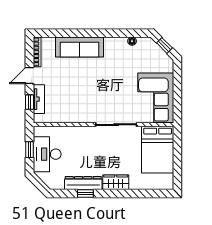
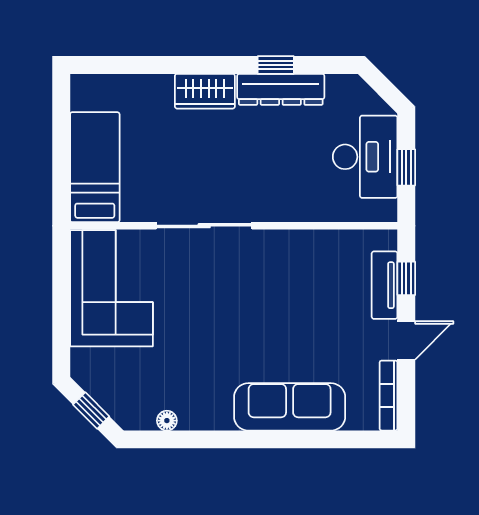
bed: (158, 150) -> (95, 167), width x0.67

